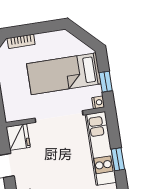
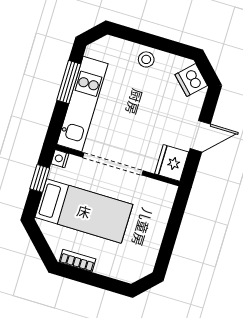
bookcase: (21, 41) -> (77, 261), moved
window: (118, 159) -> (69, 82), width x1.50

